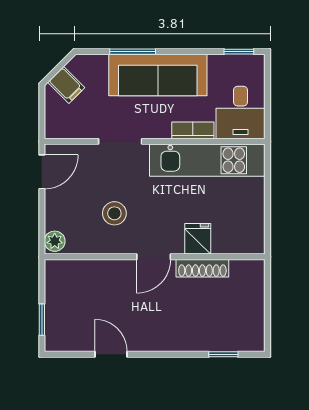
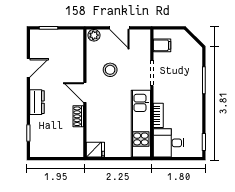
sofa: (158, 75) -> (190, 95), removed
filing cabinet: (66, 85) -> (162, 45), moved, turned -135
door: (42, 172) -> (119, 28), moved
fridge: (198, 239) -> (95, 150), moved
shoe rack: (202, 268) -> (78, 116), width x0.70
dresser: (170, 339) -> (37, 102), added

